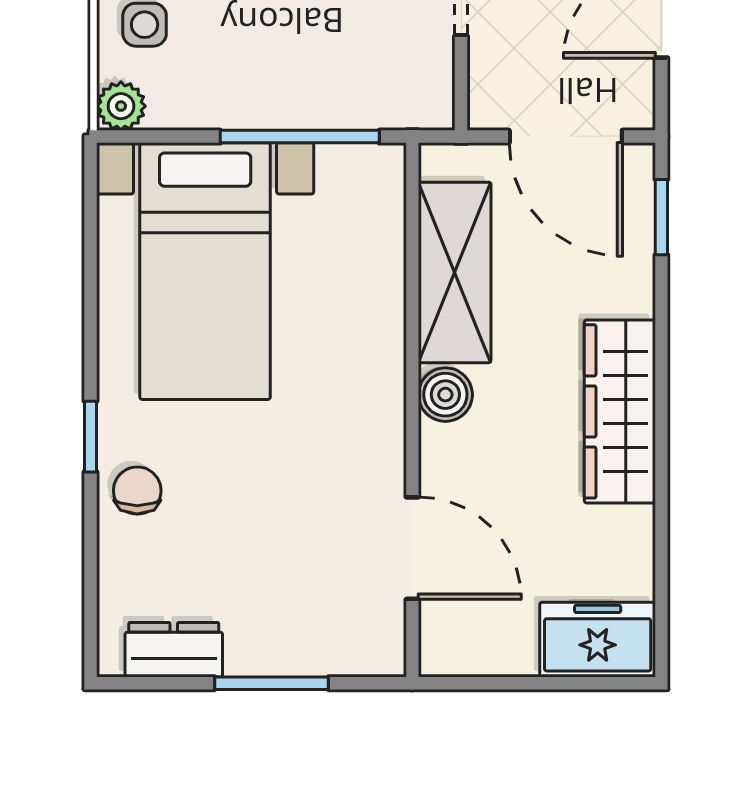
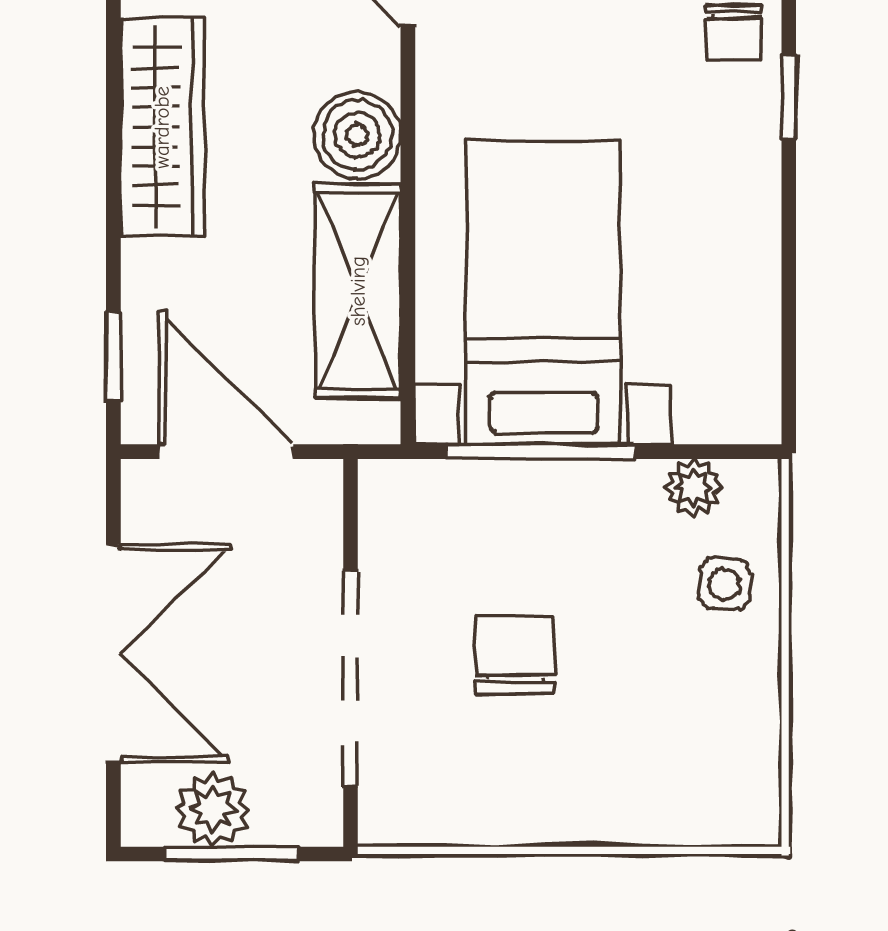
plant: (121, 106) -> (693, 488), moved
bed with nightstands: (205, 271) -> (543, 293), moved
boiler: (445, 395) -> (357, 135), width x1.36, depth x1.36

